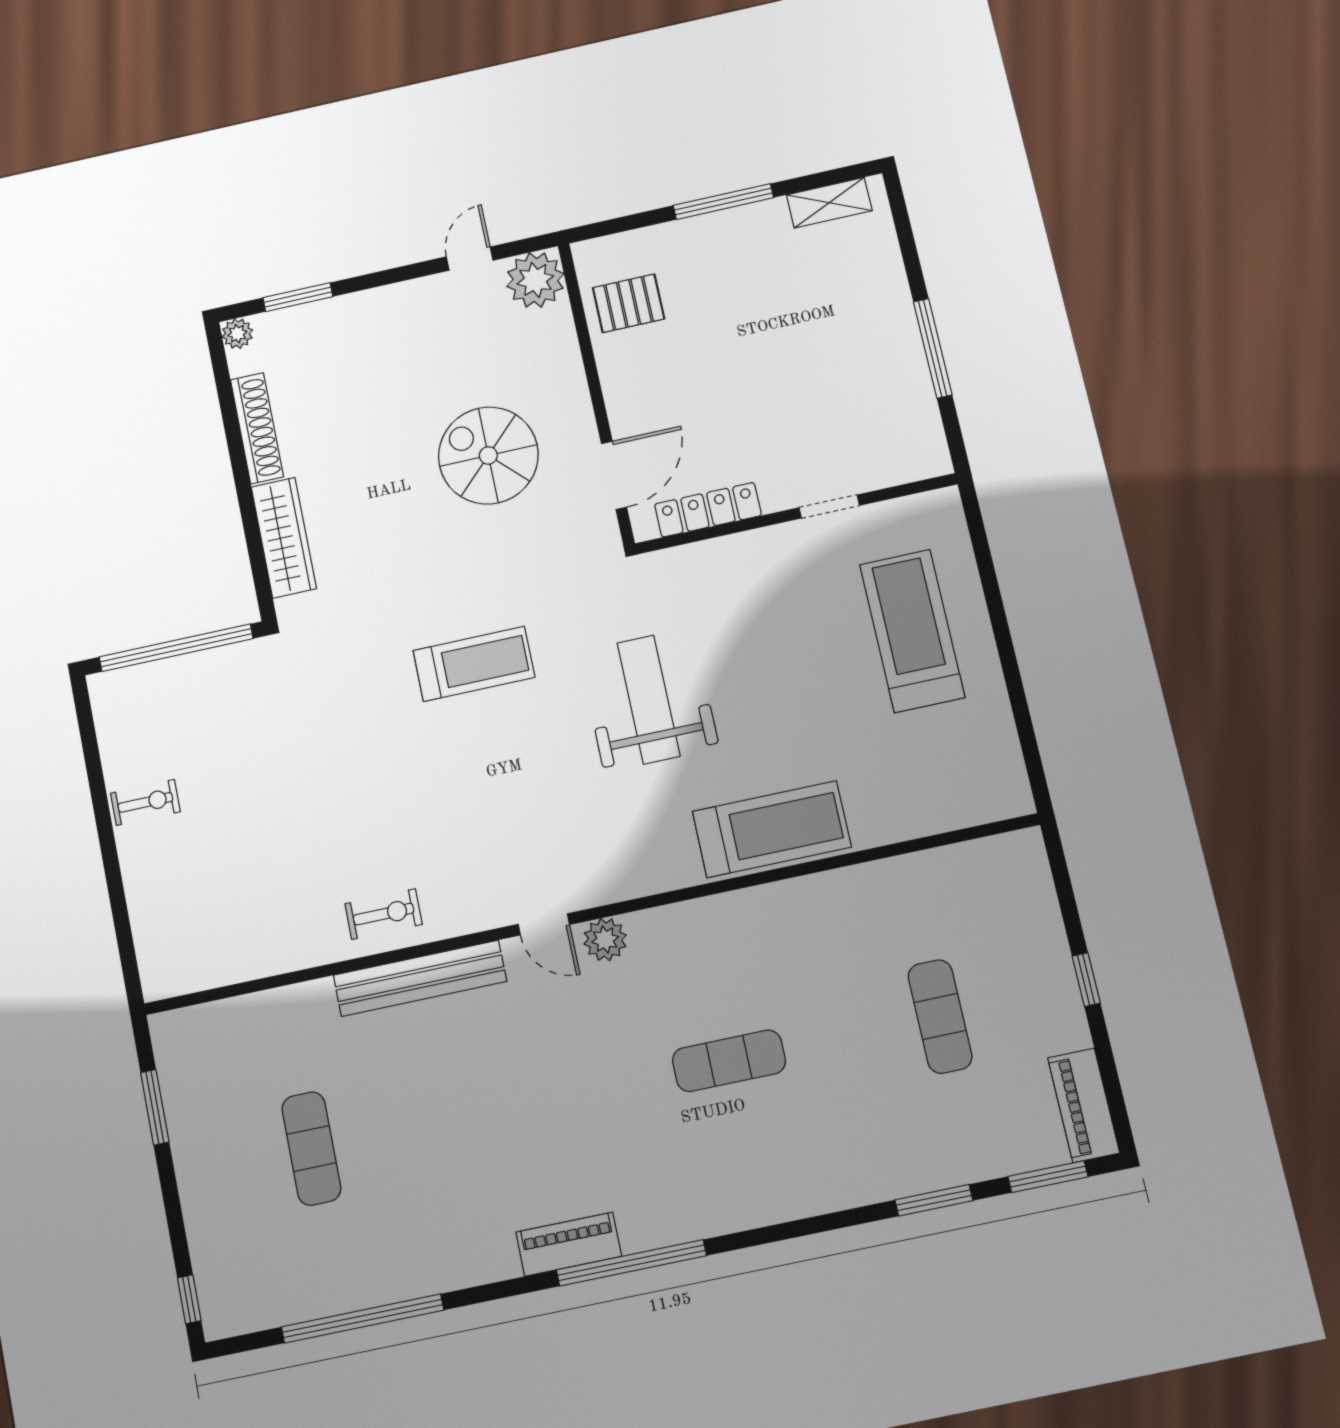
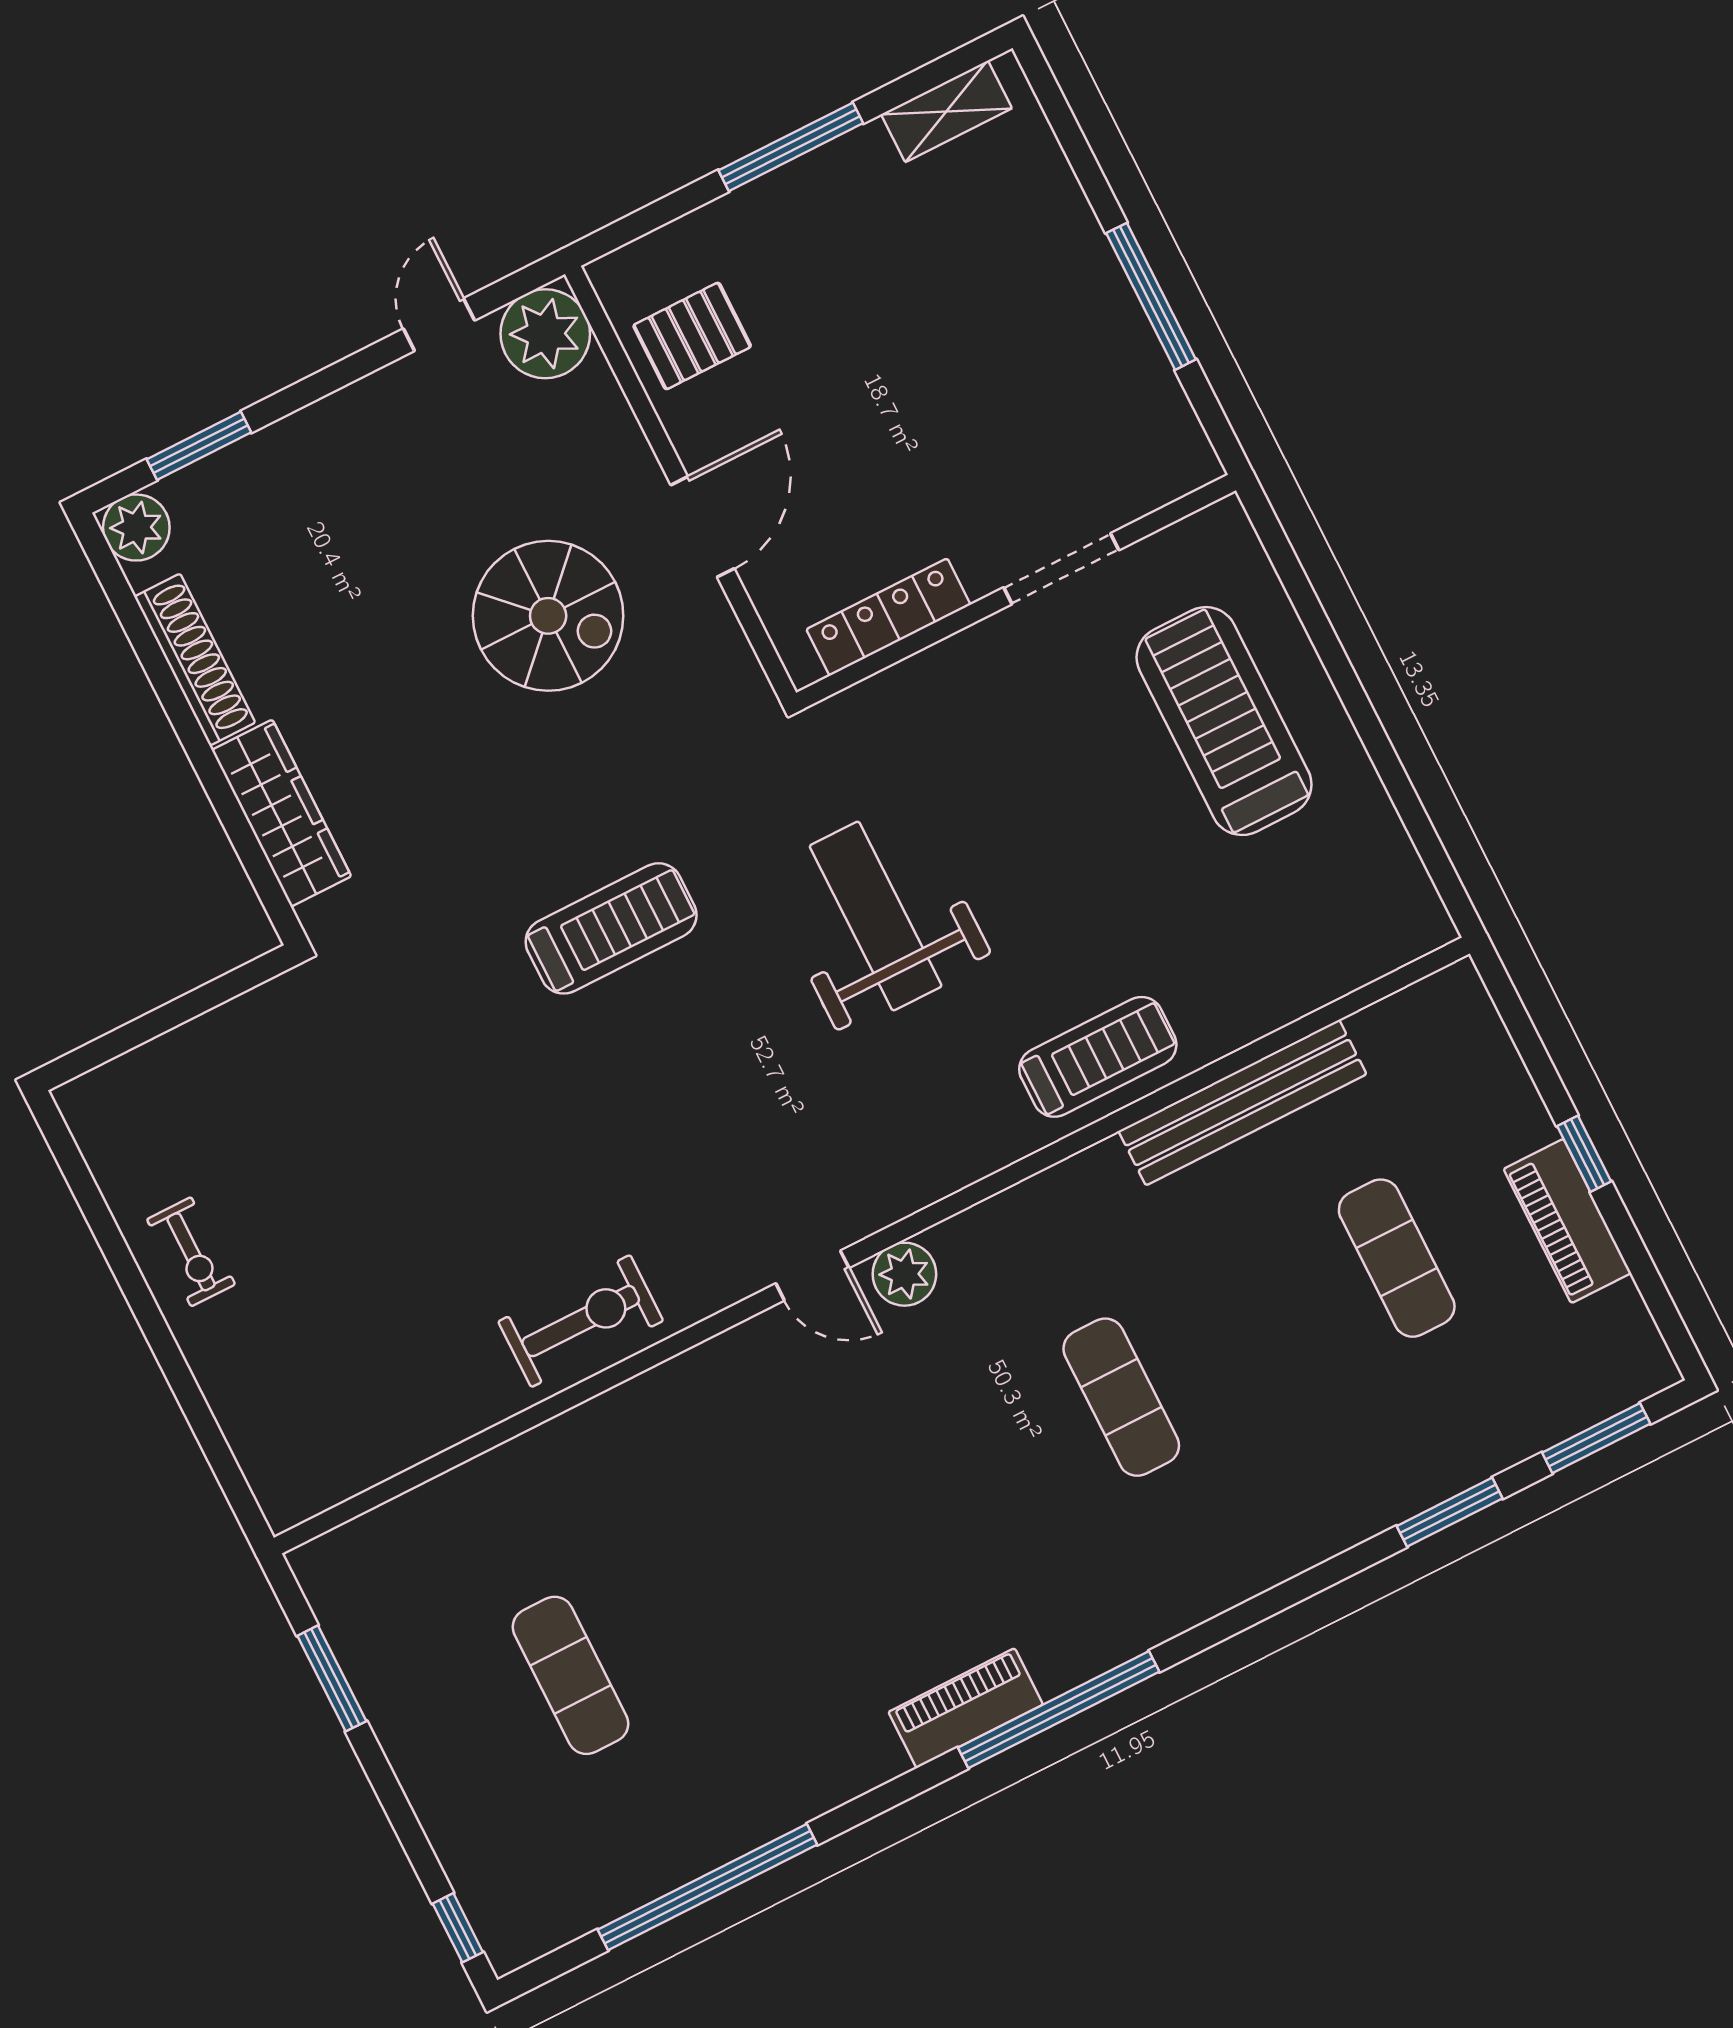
plant: (237, 334) -> (136, 528), width x1.38, depth x1.38
spiral stairs: (488, 455) -> (548, 616), turned 180
door: (614, 475) -> (702, 527), moved
doorway: (829, 507) -> (1061, 569), width x1.38
window: (176, 648) -> (170, 1016), removed
exercise bike: (145, 802) -> (191, 1252), turned 90
treadmill: (772, 829) -> (1098, 1057), width x0.73, depth x0.73
exercise bike: (384, 914) -> (581, 1321), width x1.38, depth x1.39
bench: (420, 978) -> (1242, 1102), moved
exercise mat: (729, 1061) -> (1121, 1397), turned 90
piano: (1084, 1105) -> (1567, 1221), moved

